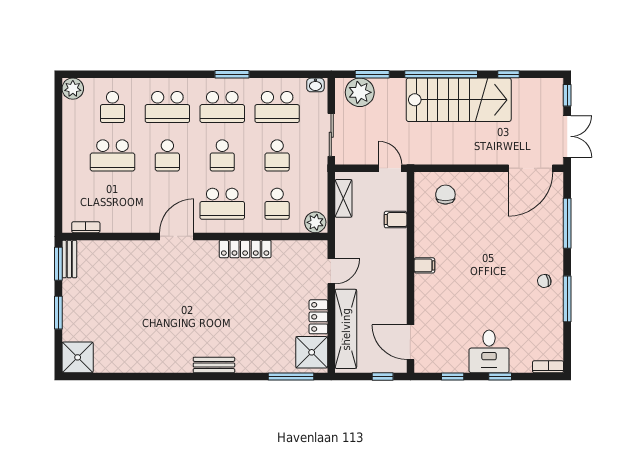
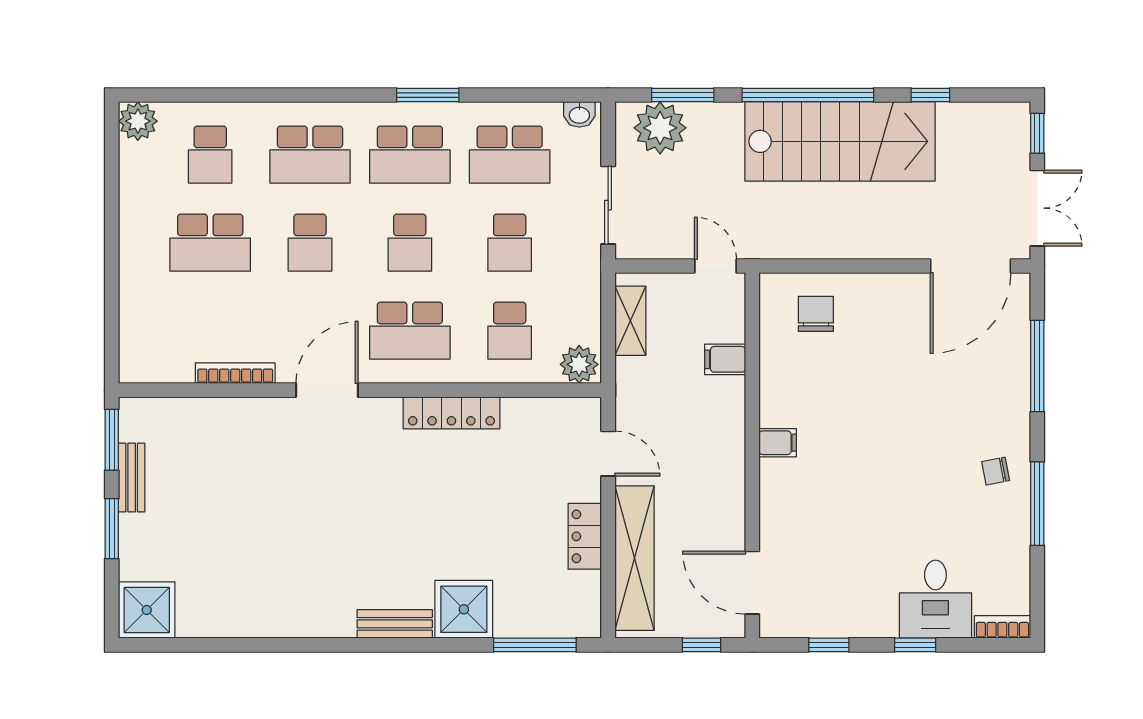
bookcase: (86, 227) -> (235, 373), moved, width x1.56
bench: (69, 259) -> (132, 478), moved
door: (331, 271) -> (608, 454), hinge flipped
desk: (489, 351) -> (935, 599), moved
shower: (312, 352) -> (464, 609), moved

